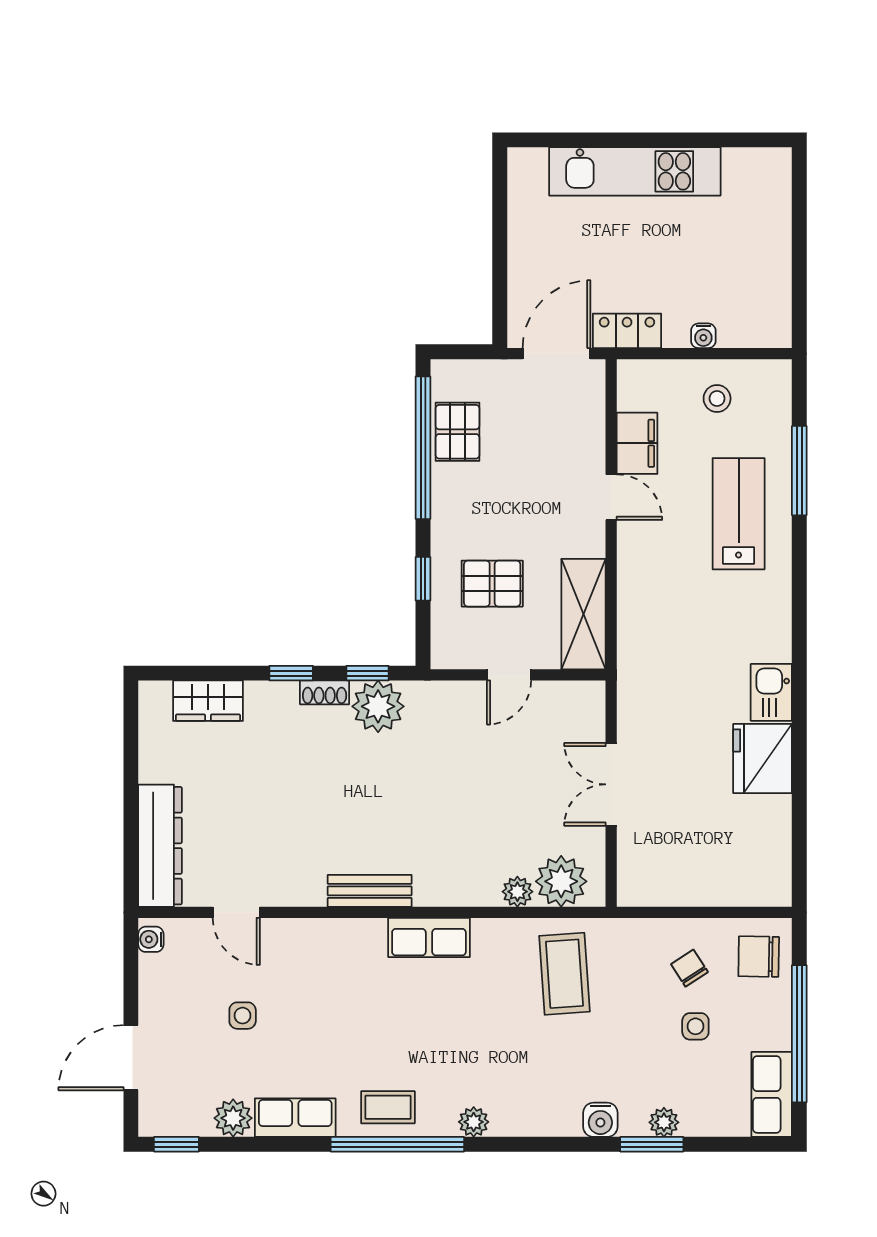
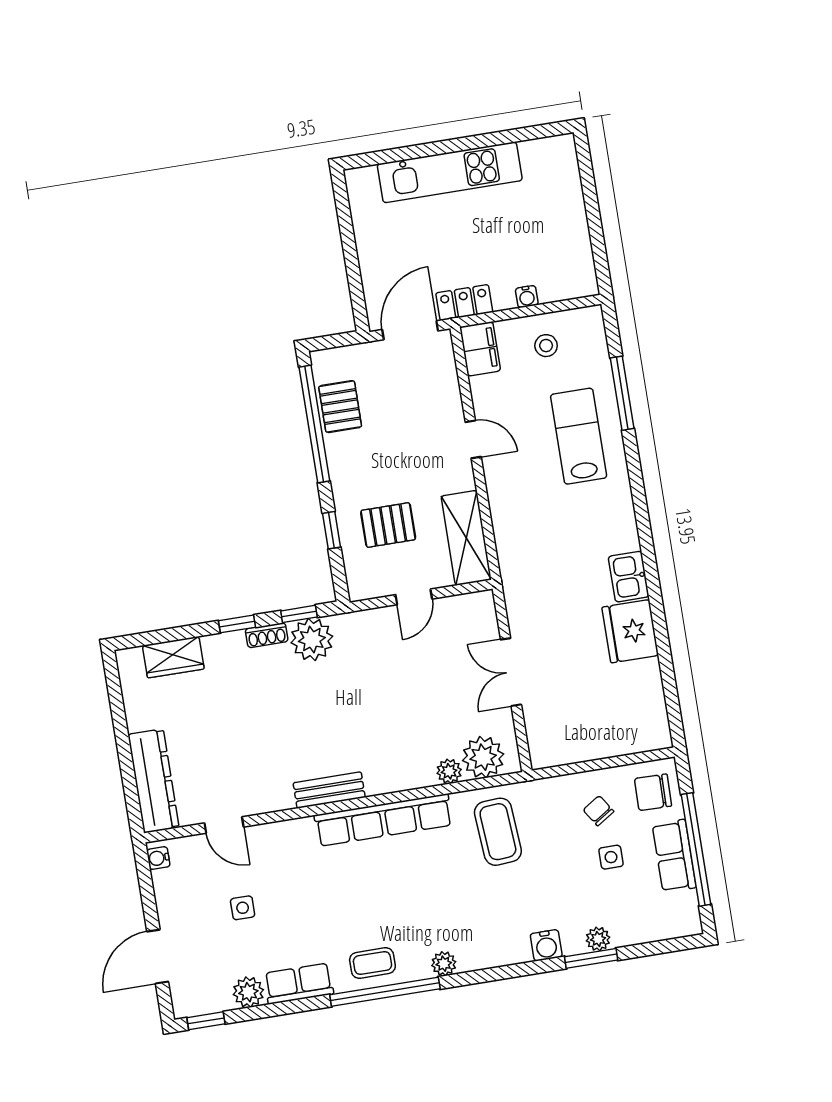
filing cabinet: (637, 443) -> (480, 349), moved
row of seats: (429, 937) -> (383, 820), width x2.02
row of seats: (772, 1094) -> (674, 856), moved

